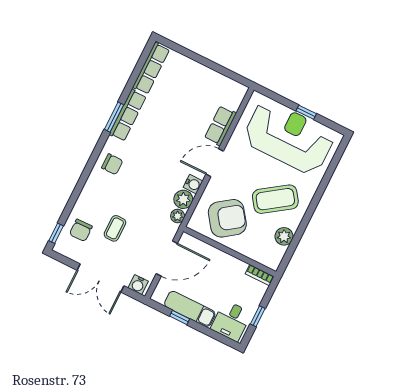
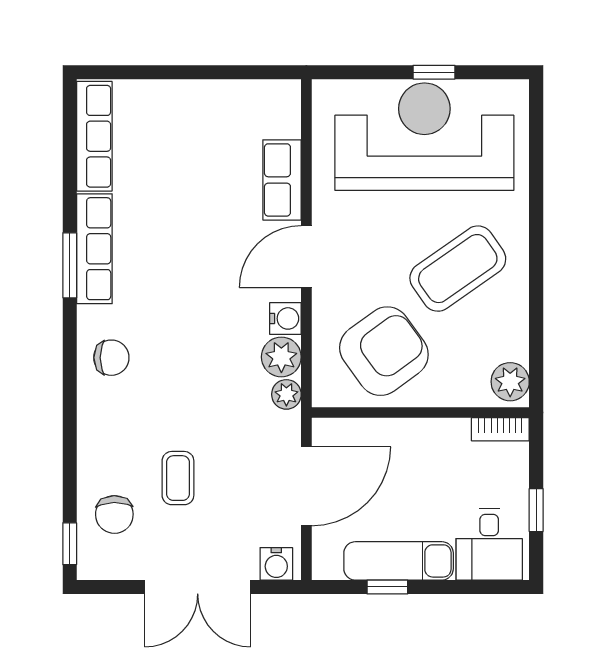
plant: (284, 236) -> (510, 382), moved

